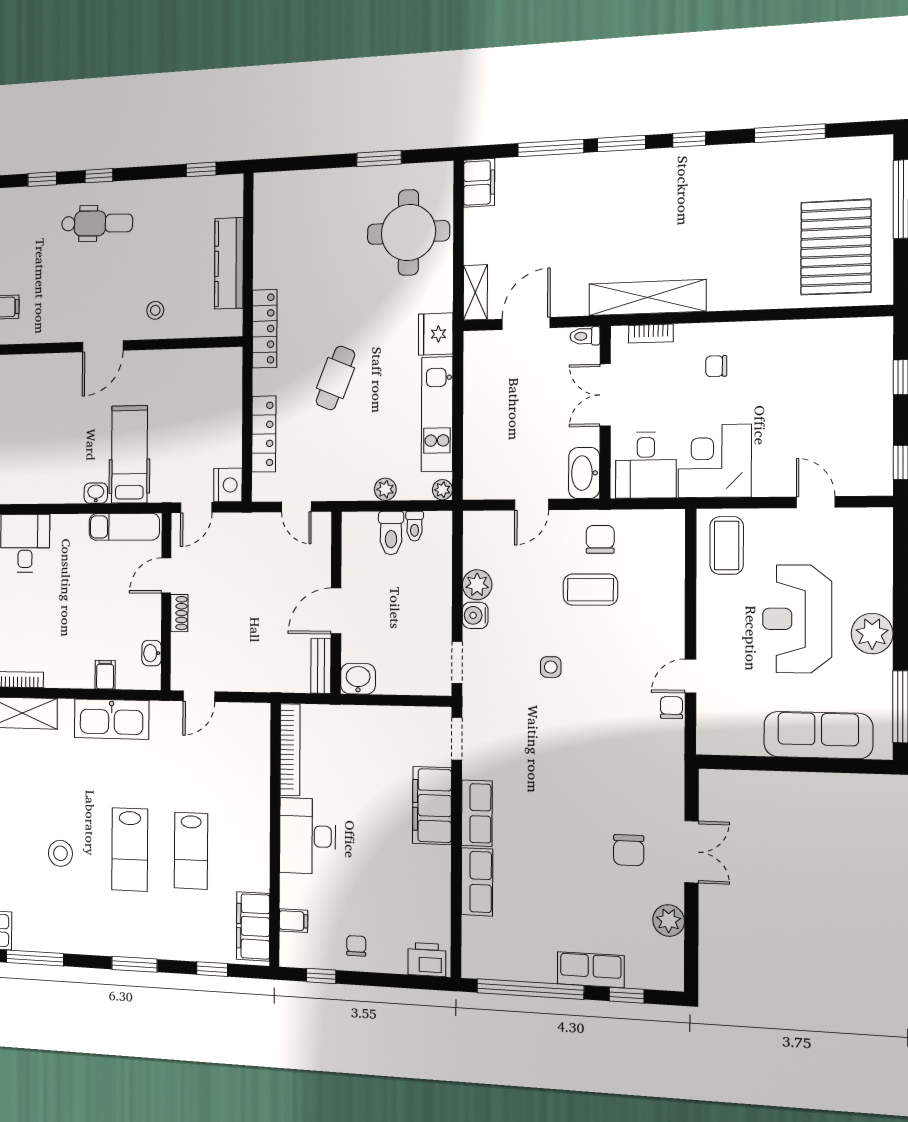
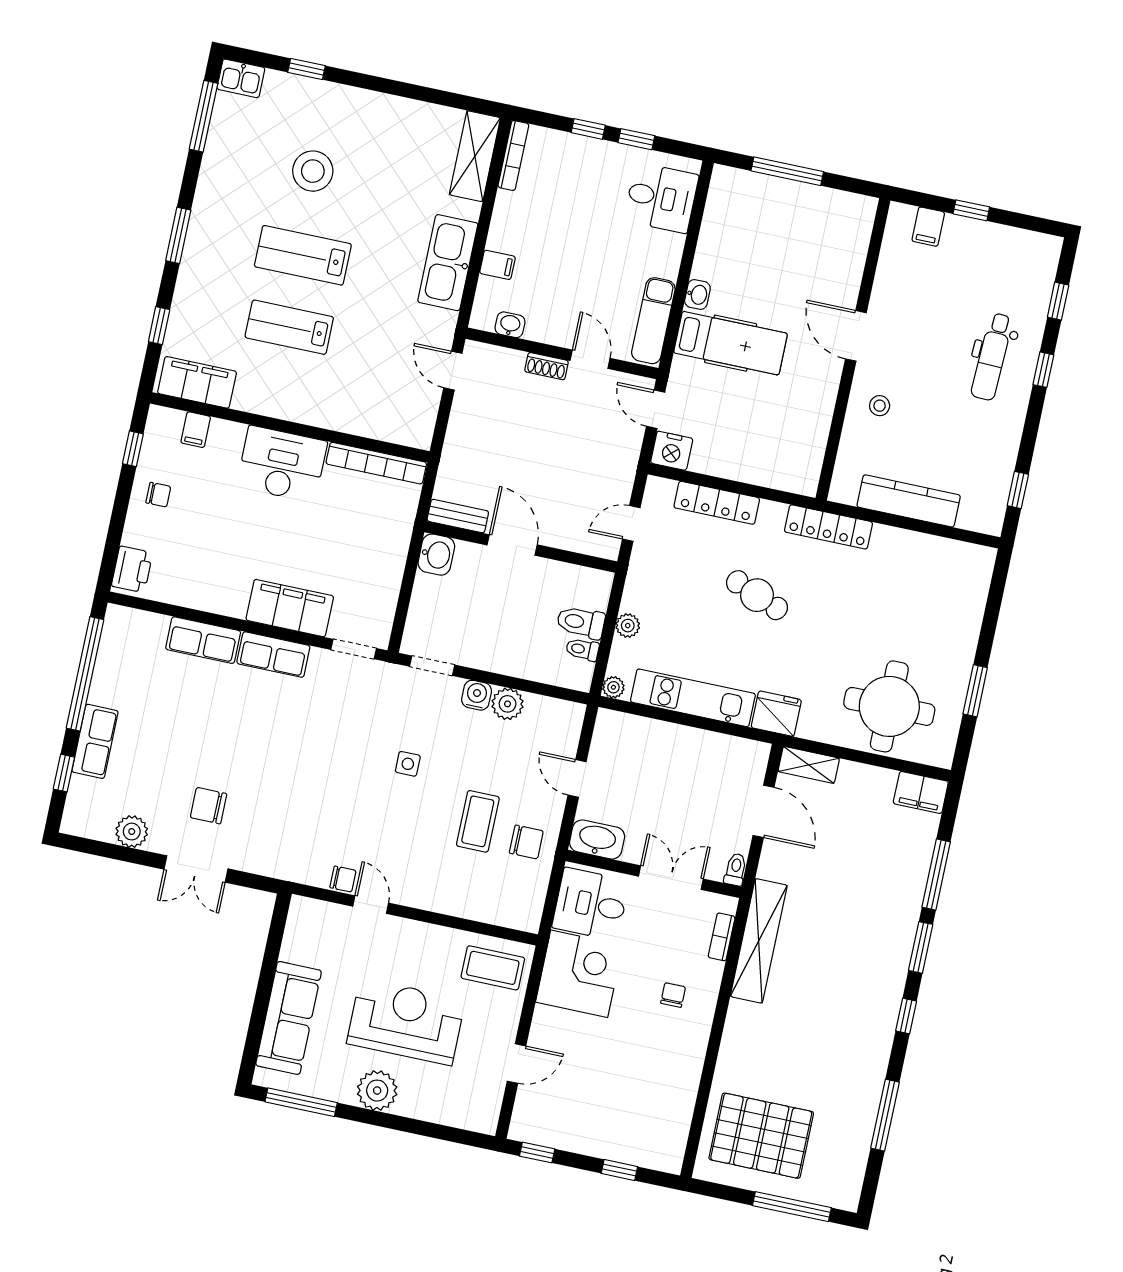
stool: (60, 853) -> (313, 171), width x1.38, depth x1.38

